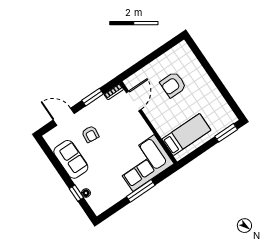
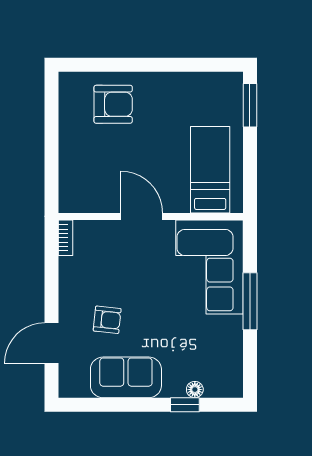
armchair: (173, 85) -> (113, 104), moved, turned -90
window: (93, 97) -> (51, 277), removed
door: (134, 101) -> (142, 216), moved

